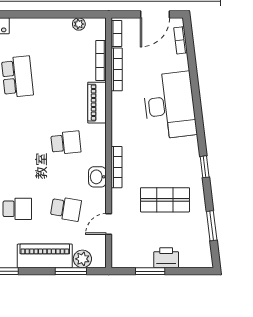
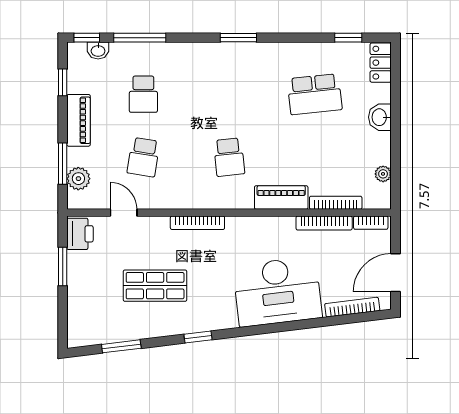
door: (155, 14) -> (395, 273), hinge flipped
bookcase: (181, 40) -> (352, 307), width x1.56
washbasin: (97, 177) -> (380, 117), moved, turned -90
shop shelf: (165, 200) -> (155, 286), turned 90
piano: (45, 256) -> (78, 120), width x0.73, depth x0.75
printer: (166, 258) -> (80, 234), moved

